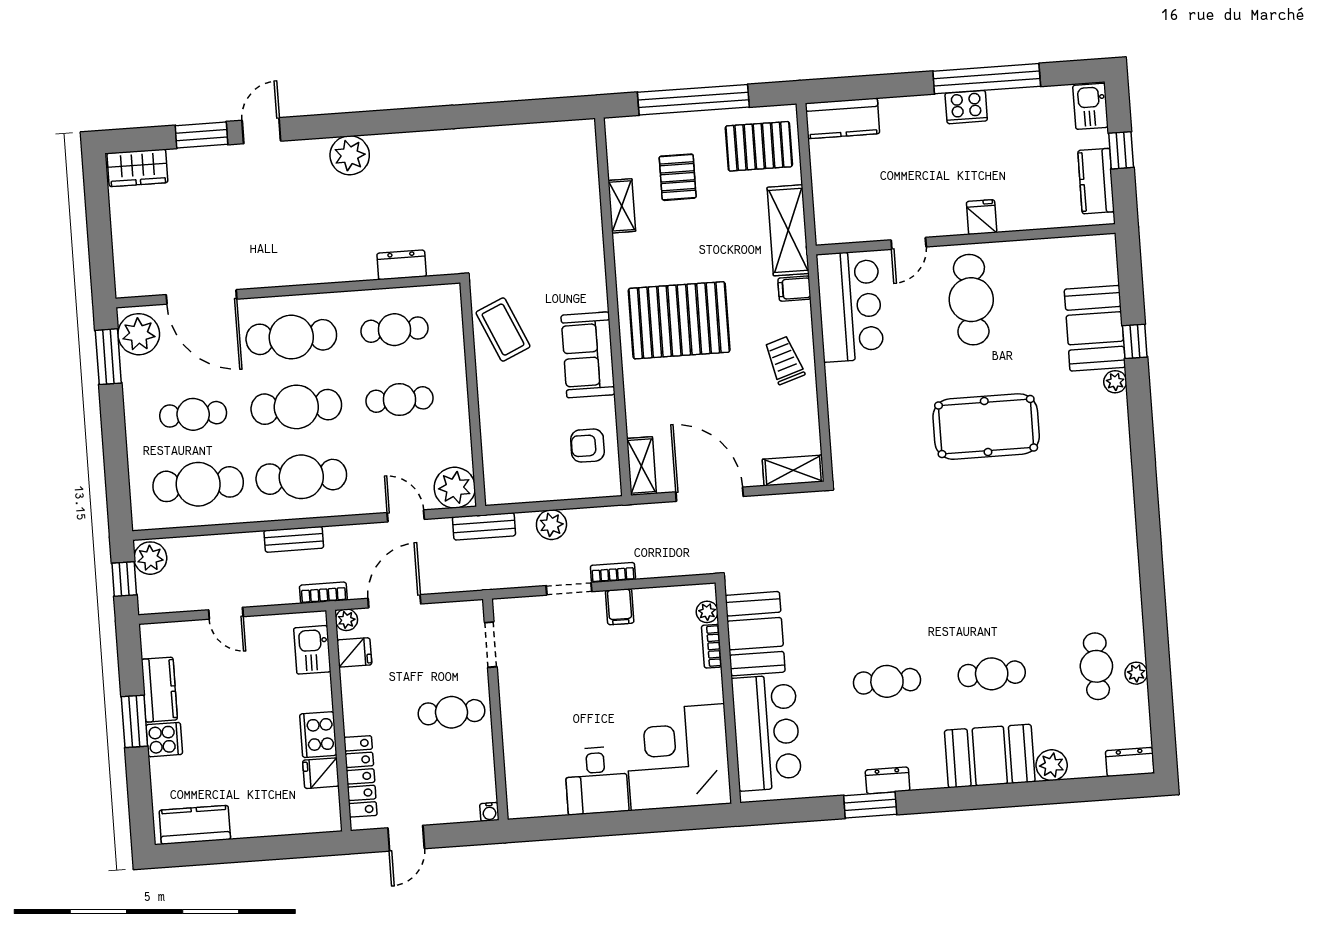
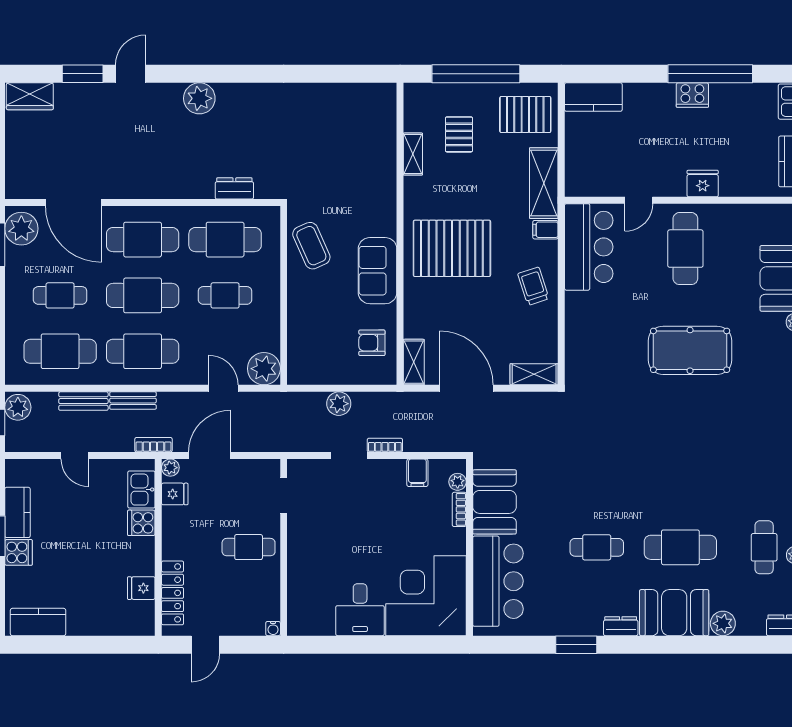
fridge: (982, 217) -> (703, 184), width x1.38
cafe table: (394, 330) -> (225, 240), width x1.37, depth x1.35
bench: (484, 526) -> (83, 401), moved
filing cabinet: (620, 607) -> (417, 473), moved
cafe table: (992, 674) -> (680, 547), width x1.37, depth x1.35
cooker: (318, 735) -> (141, 523), moved, width x0.73
dresser: (888, 780) -> (621, 626), moved

